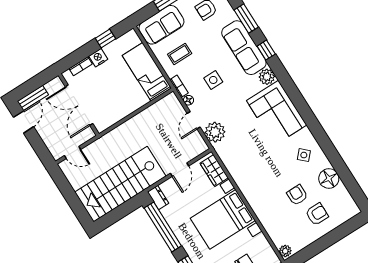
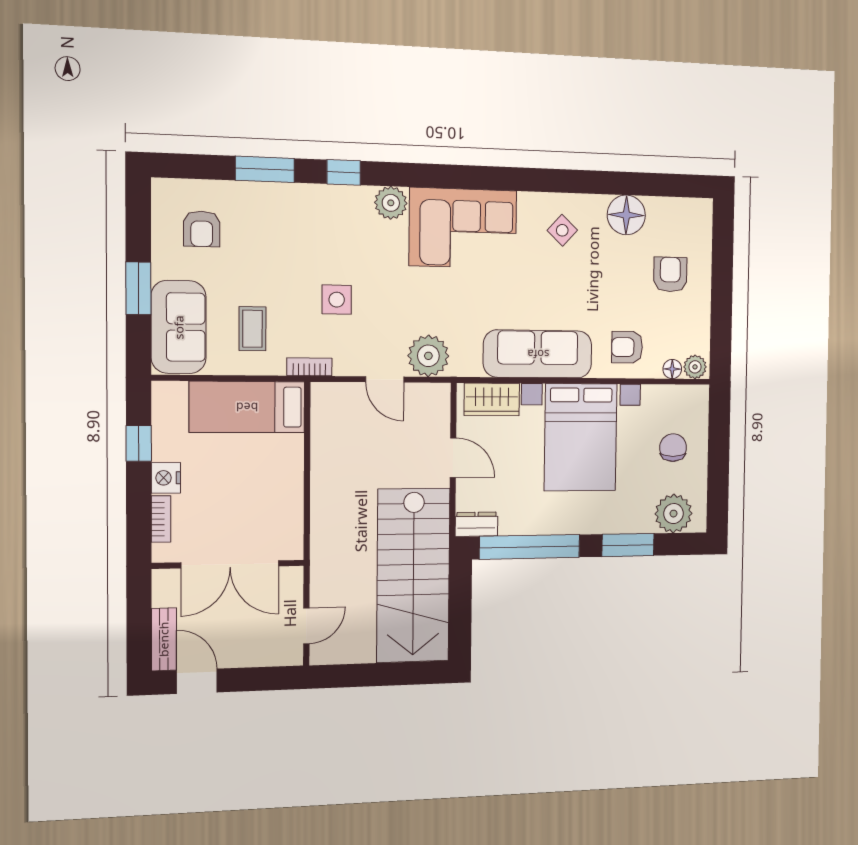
sofa: (244, 48) -> (538, 354), moved, turned 180
floor lamp: (188, 100) -> (672, 369), moved
armchair: (297, 195) -> (627, 347), moved

